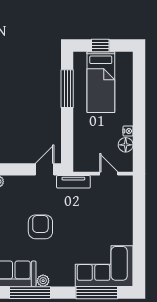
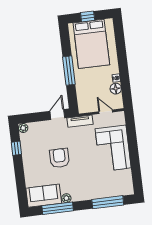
bed: (101, 82) -> (91, 44), width x1.50
window: (67, 89) -> (69, 71), moved
corner sofa: (104, 266) -> (113, 148), moved, turned -90

